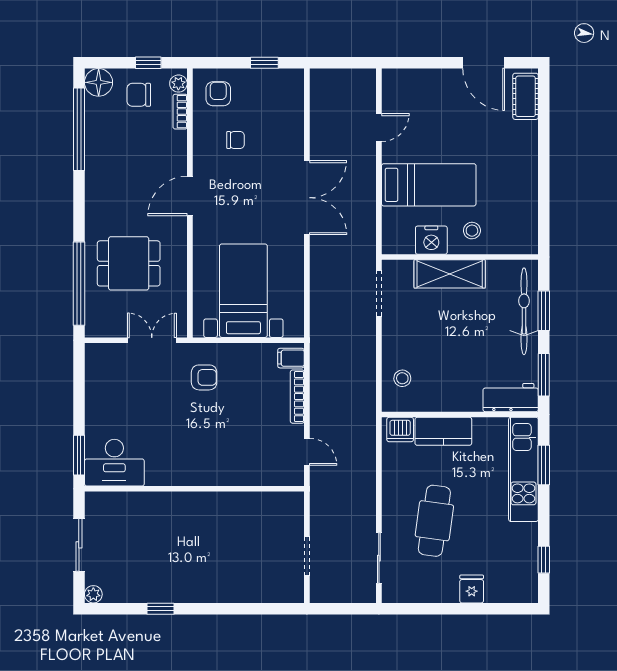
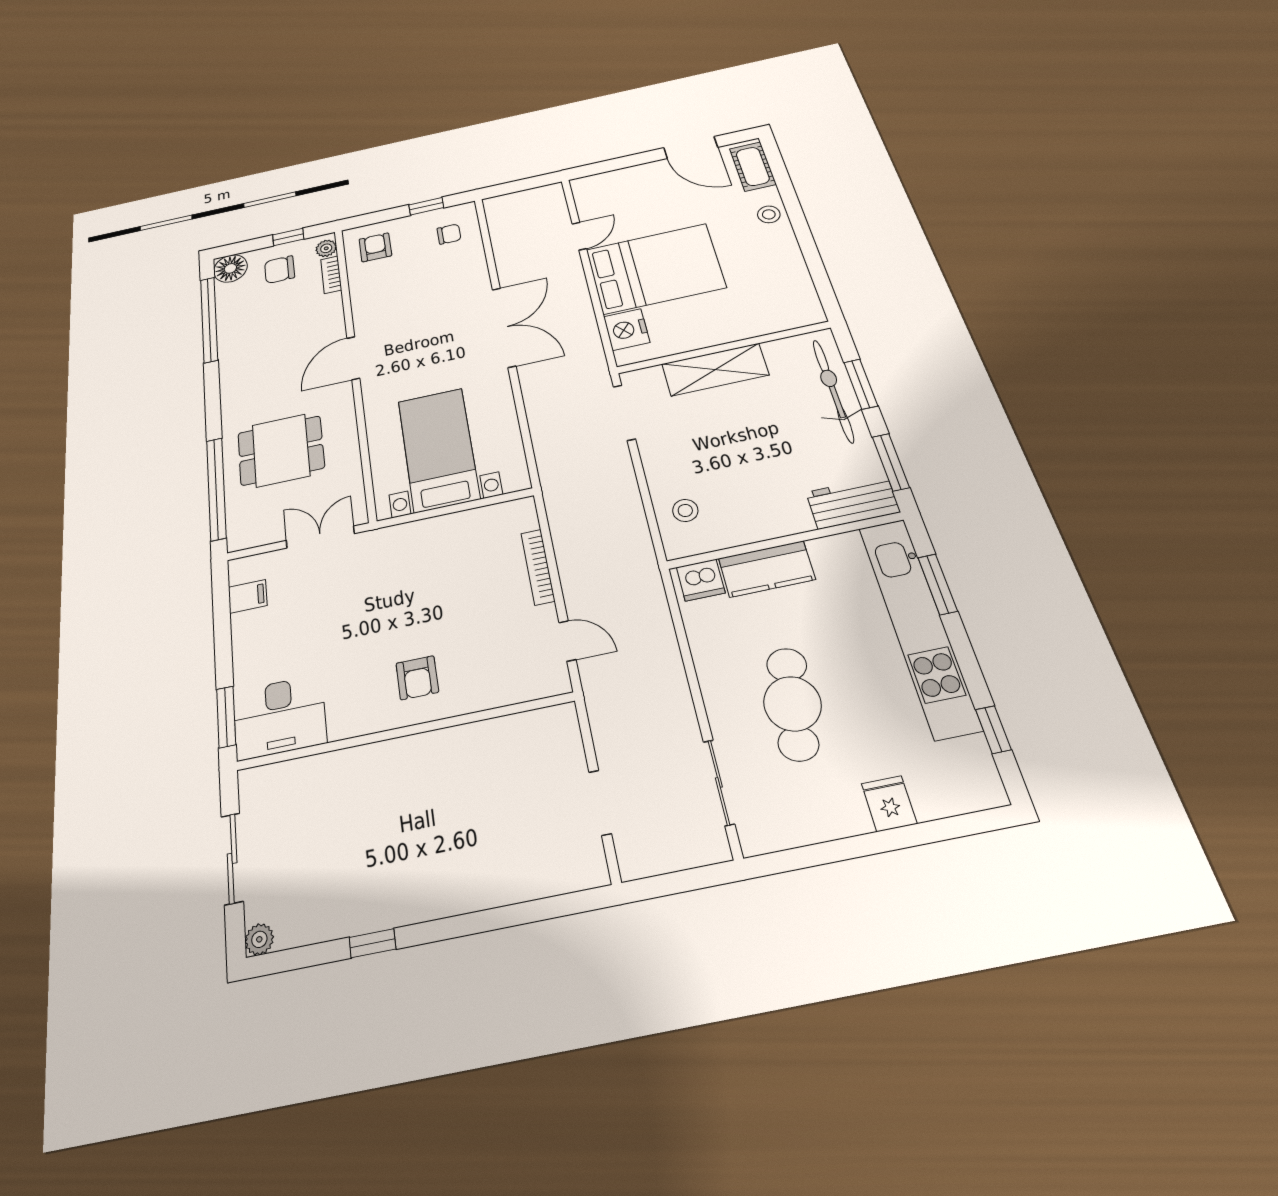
chair: (236, 140) -> (449, 234), moved
bed: (429, 185) -> (655, 269), width x1.50
stool: (472, 231) -> (769, 214), moved
nightstand: (431, 240) -> (627, 330), moved, turned 90
filing cabinet: (291, 358) -> (248, 596), moved, turned 180
armchair: (204, 377) -> (417, 678), moved, turned 90
kitchen unit: (523, 469) -> (918, 625), width x1.36

